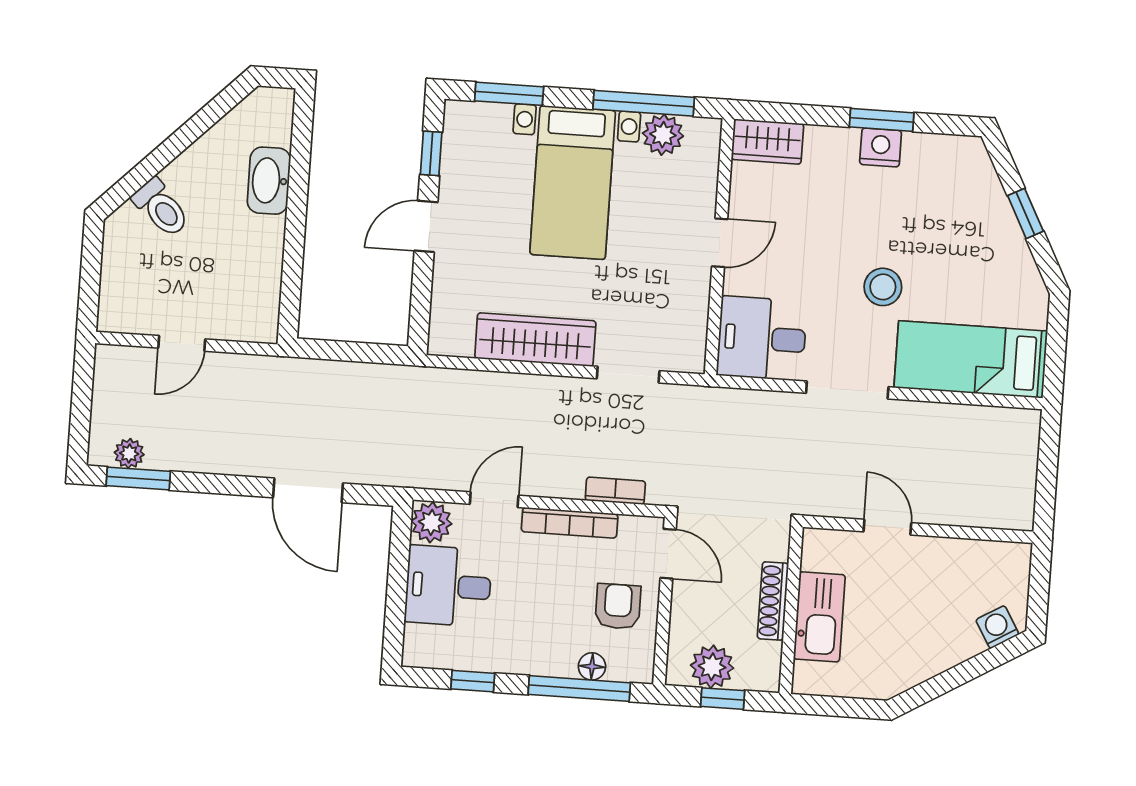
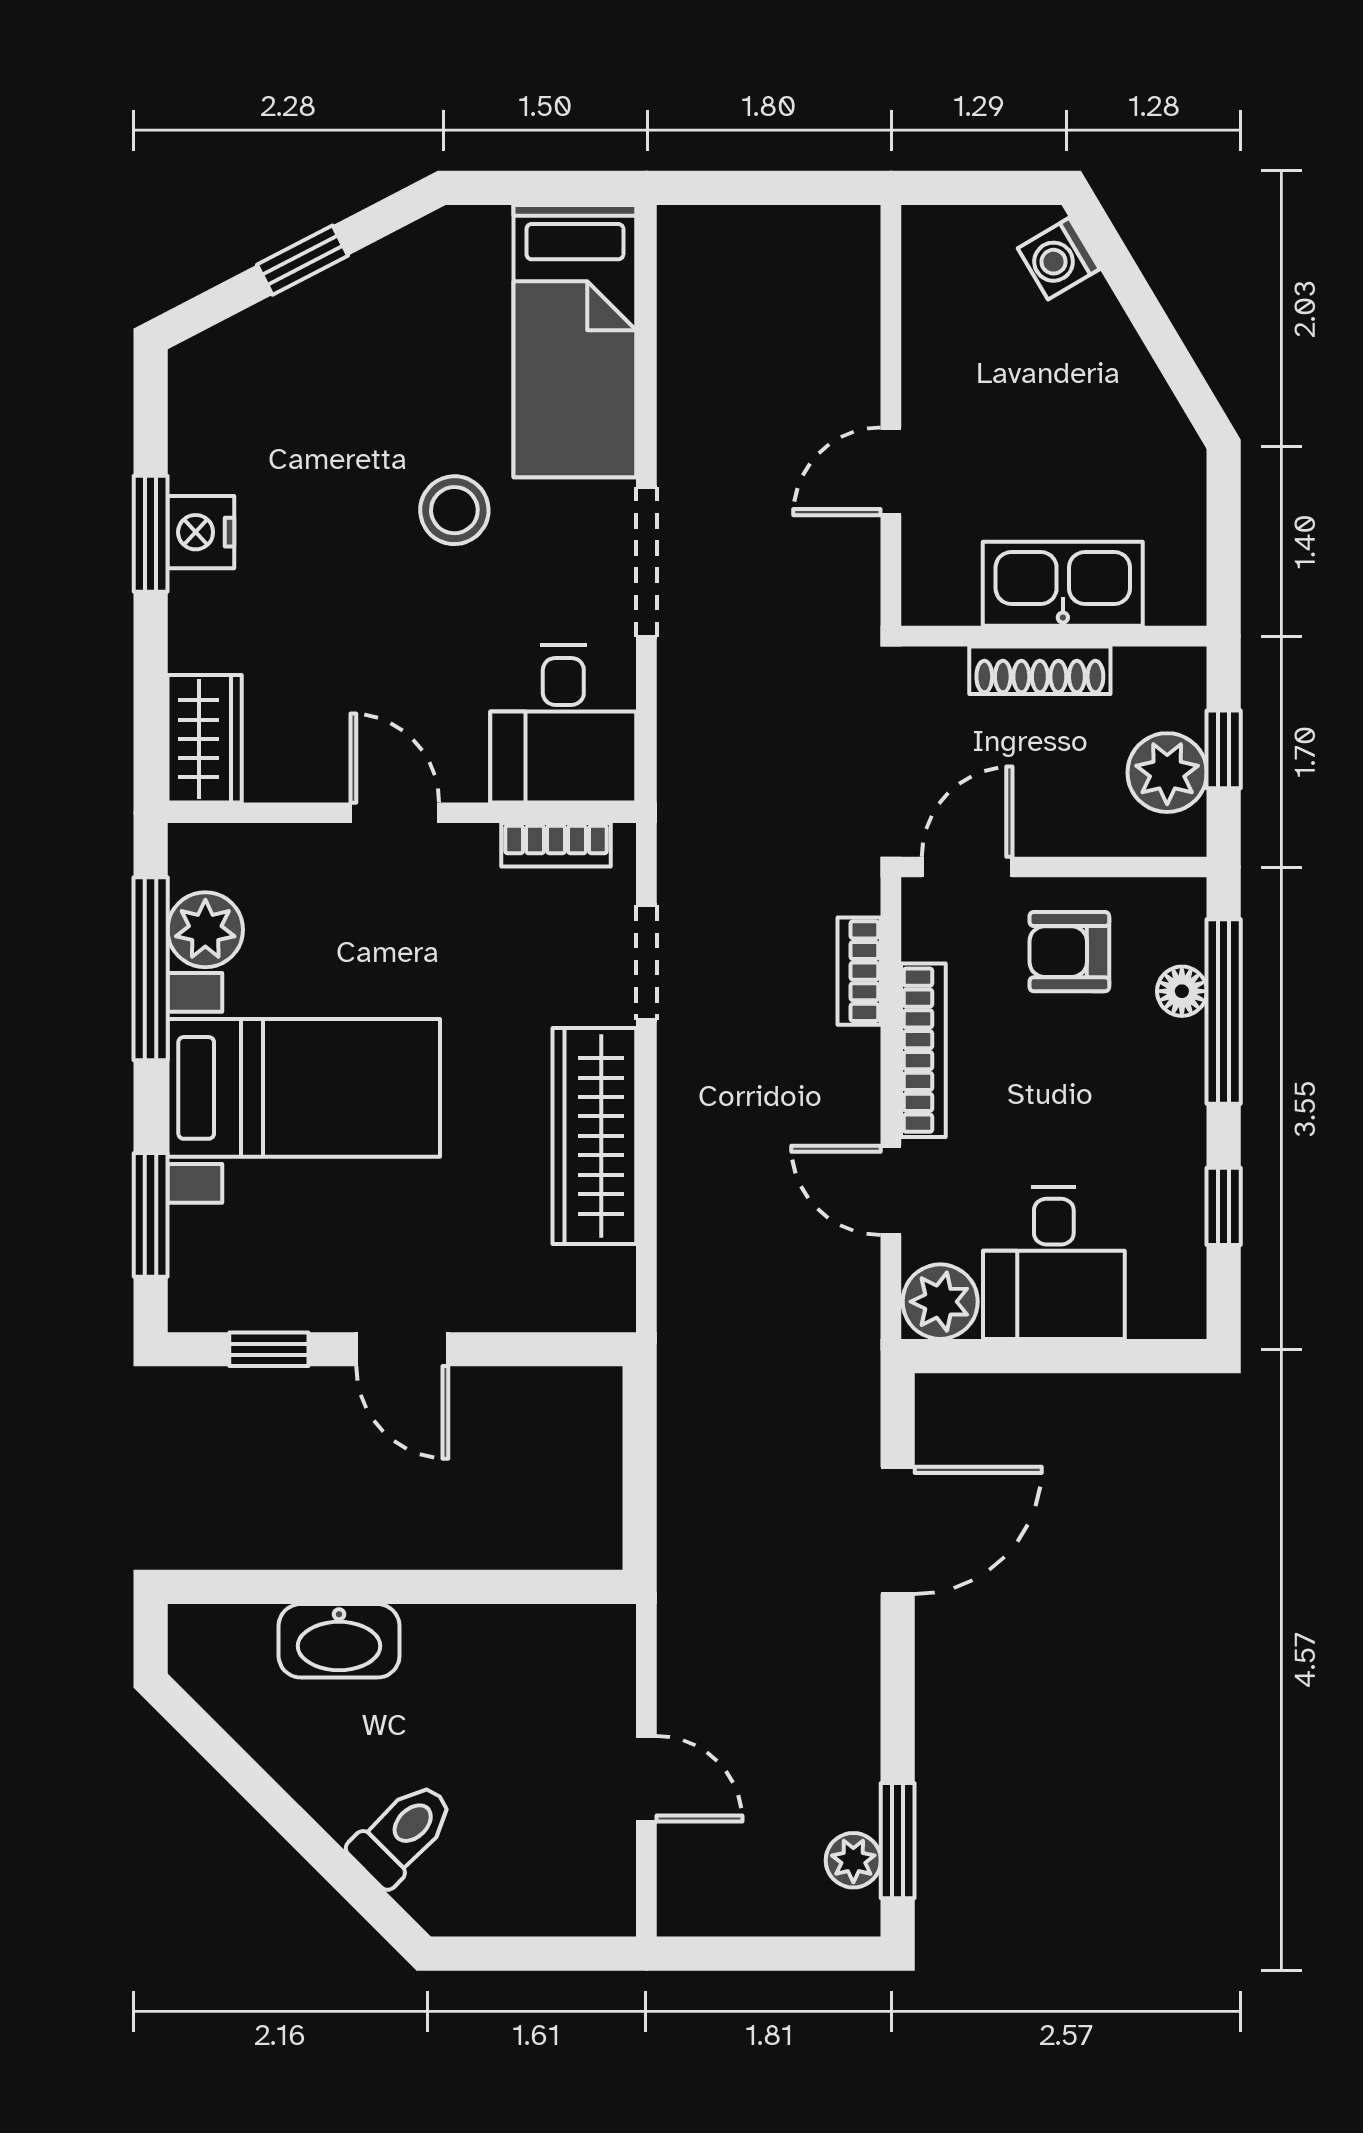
bookcase: (696, 330) -> (556, 845), added

